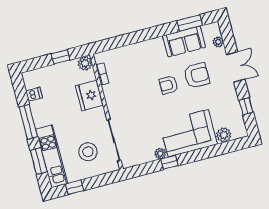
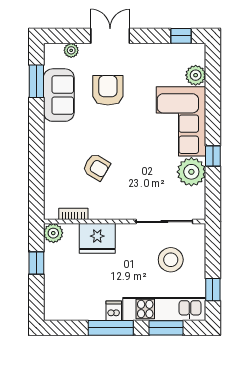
armchair: (168, 85) -> (96, 167), moved, turned -59
dishwasher: (34, 94) -> (114, 311), moved
window: (246, 106) -> (181, 36), moved
plant: (160, 153) -> (191, 172), width x1.88, depth x1.88

